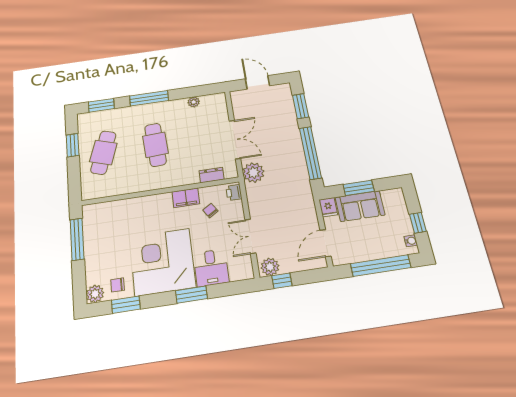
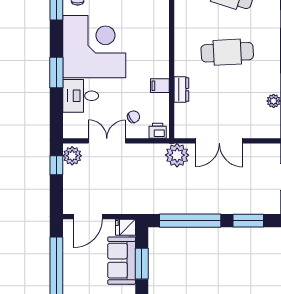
dresser: (212, 175) -> (181, 90), moved
filing cabinet: (186, 198) -> (160, 86), width x0.50
chair: (210, 211) -> (133, 117), moved
door: (325, 243) -> (88, 217), swing flipped

